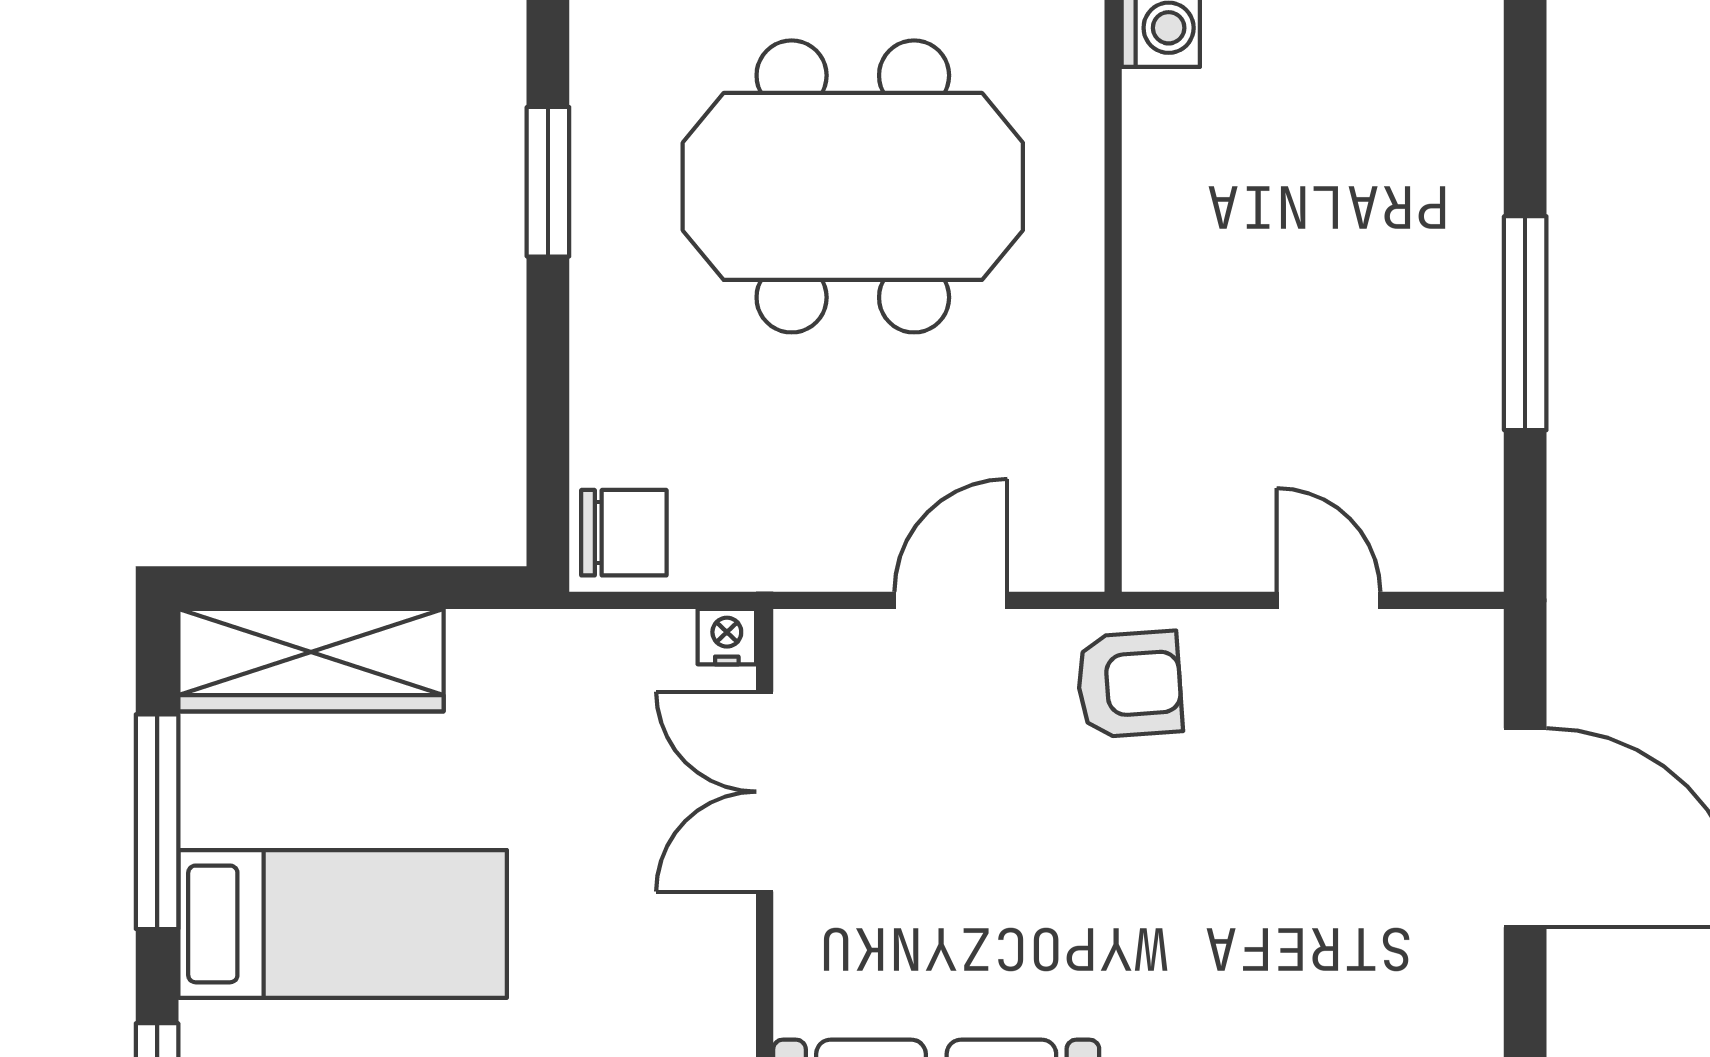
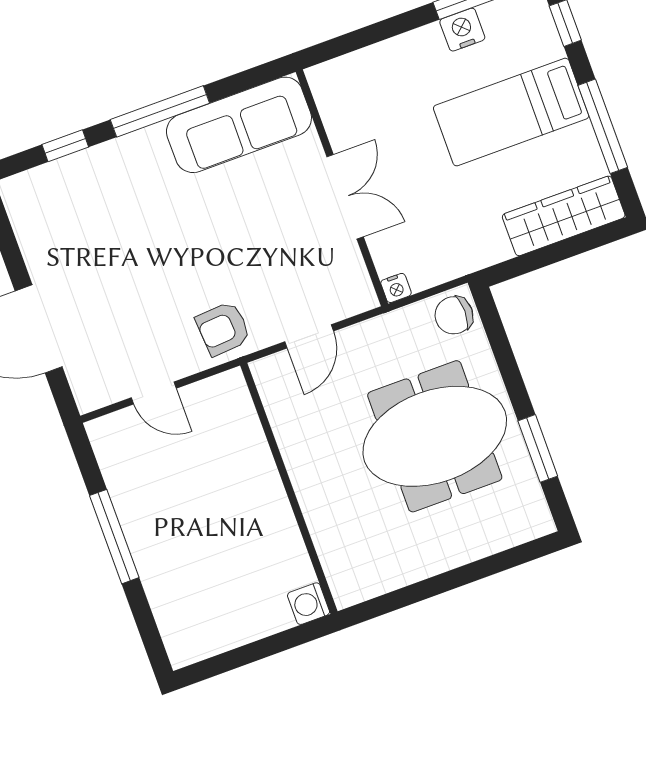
meeting table: (853, 186) -> (435, 436), moved
double door: (765, 792) -> (345, 197), moved

